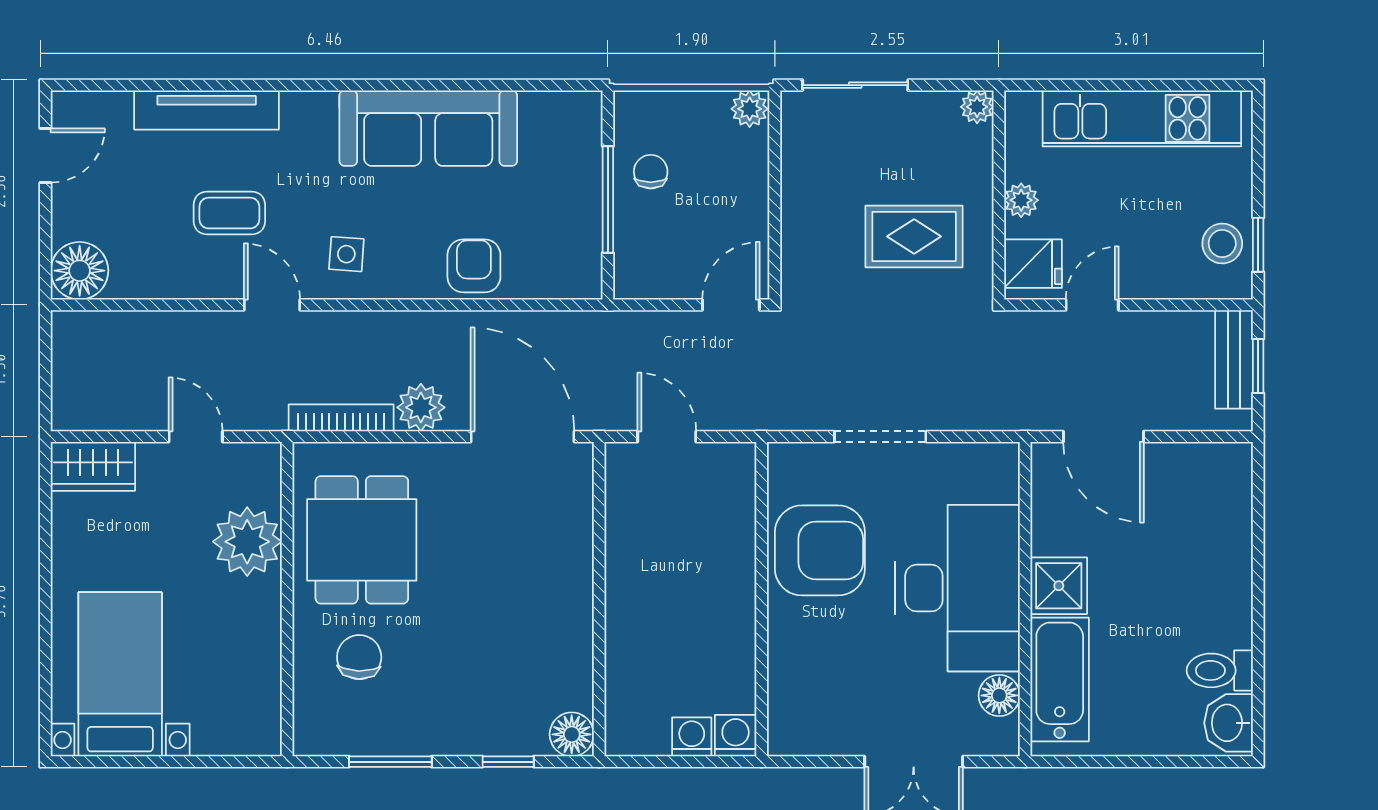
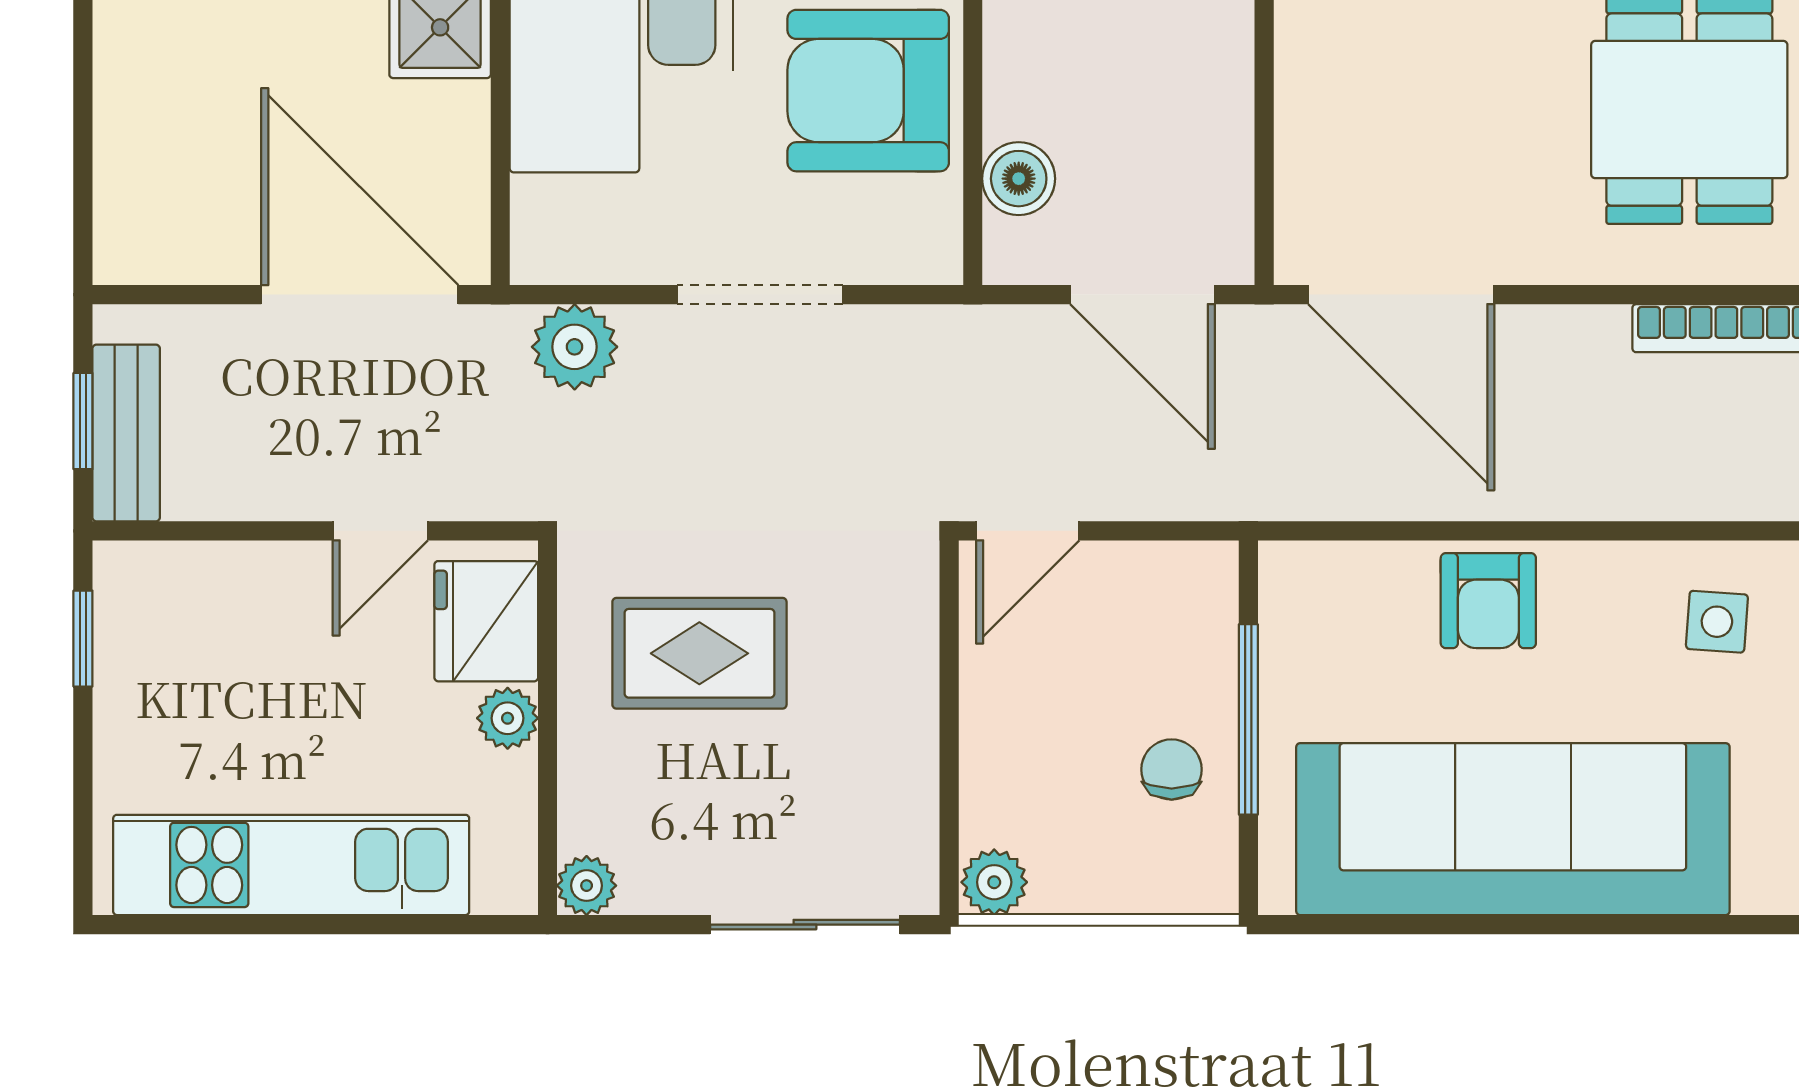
sofa: (428, 128) -> (1513, 829), width x1.36, depth x1.27
chair: (651, 172) -> (1172, 769), turned 180
stool: (1222, 244) -> (147, 641), removed
fridge: (1033, 264) -> (486, 621), width x1.38
plant: (421, 407) -> (575, 347), moved
door: (667, 437) -> (1143, 295), width x1.38
door: (1104, 437) -> (360, 295), width x1.36
boiler: (736, 501) -> (1019, 179), added

